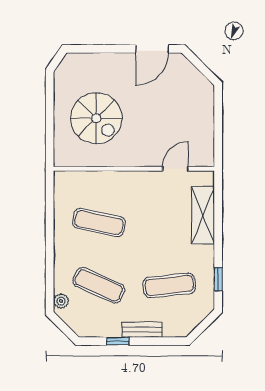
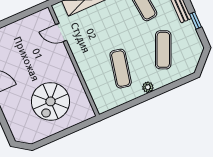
spiral stairs: (96, 118) -> (51, 101), turned 180
plant: (61, 301) -> (148, 87), moved

